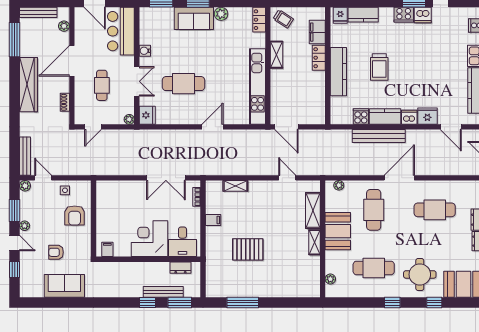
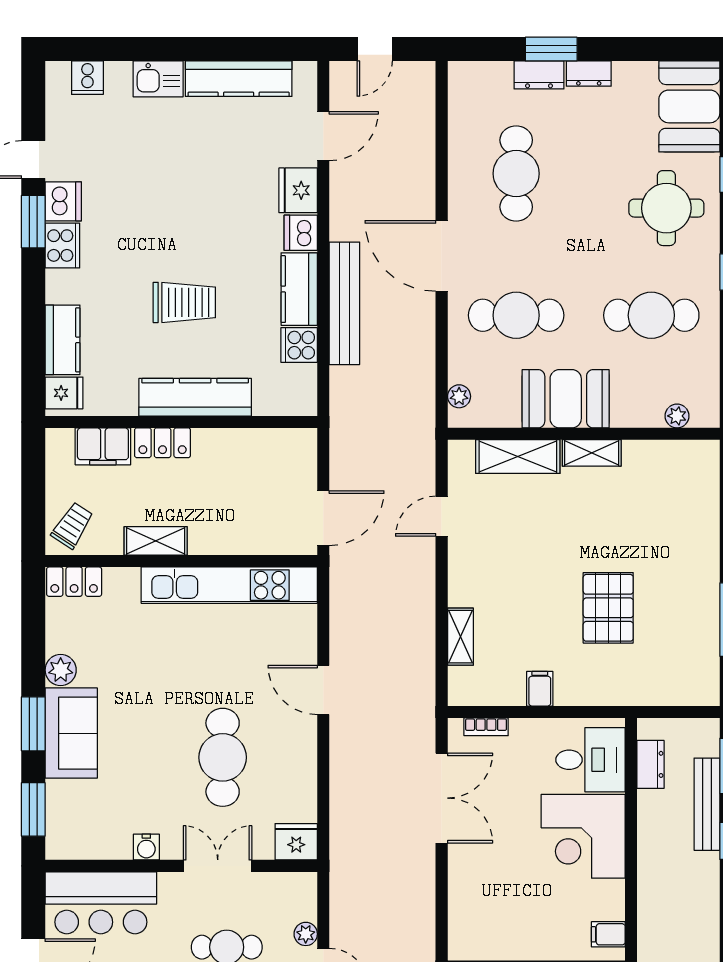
plant: (129, 119) -> (306, 934), moved
cafe table: (374, 268) -> (651, 315), turned 90

